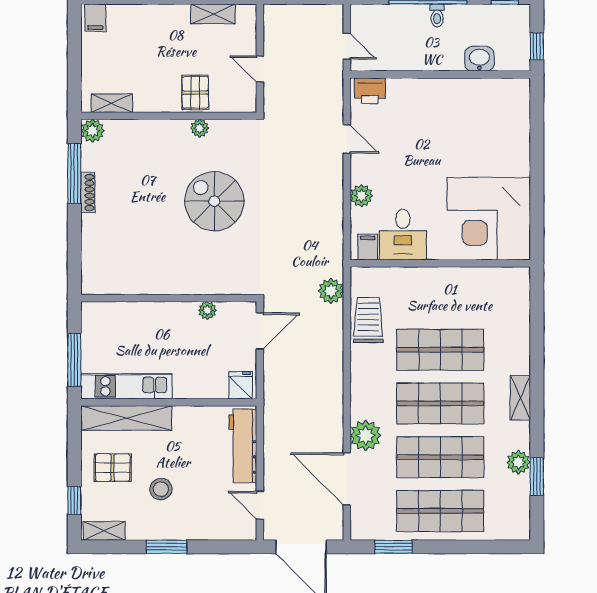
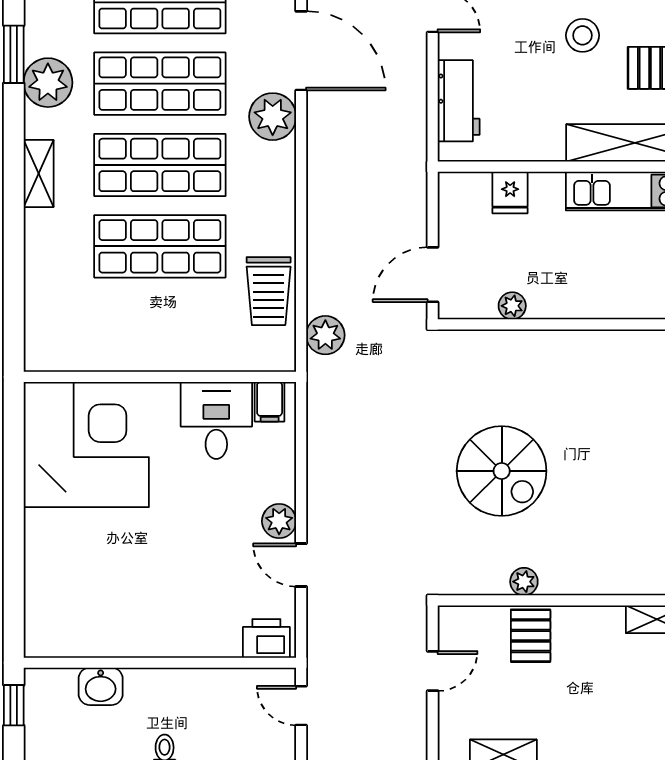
door: (260, 69) -> (433, 671), hinge flipped
plant: (361, 196) -> (279, 521), moved
fridge: (241, 385) -> (510, 192), moved
workbench: (243, 446) -> (459, 101), width x0.73
plant: (518, 462) -> (48, 83), width x1.36, depth x1.36

